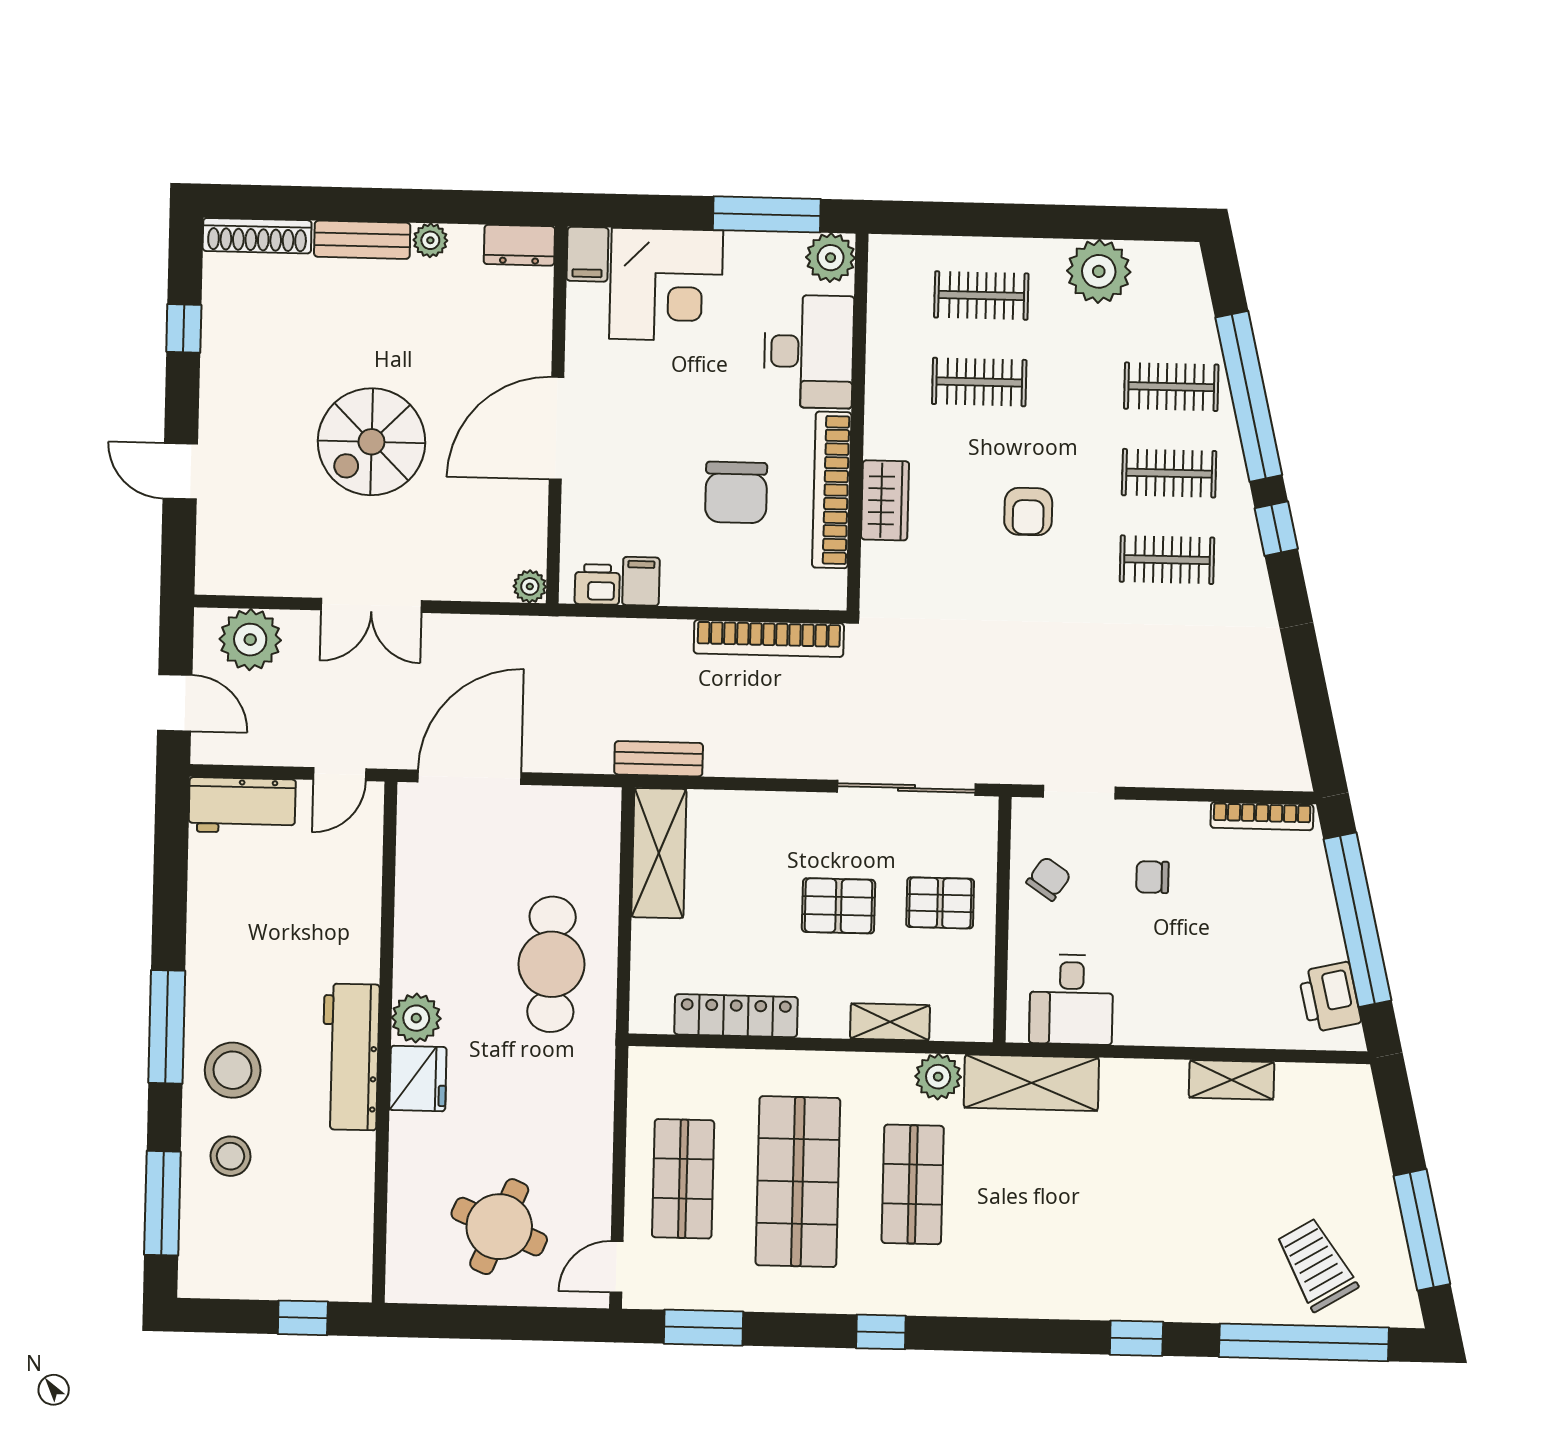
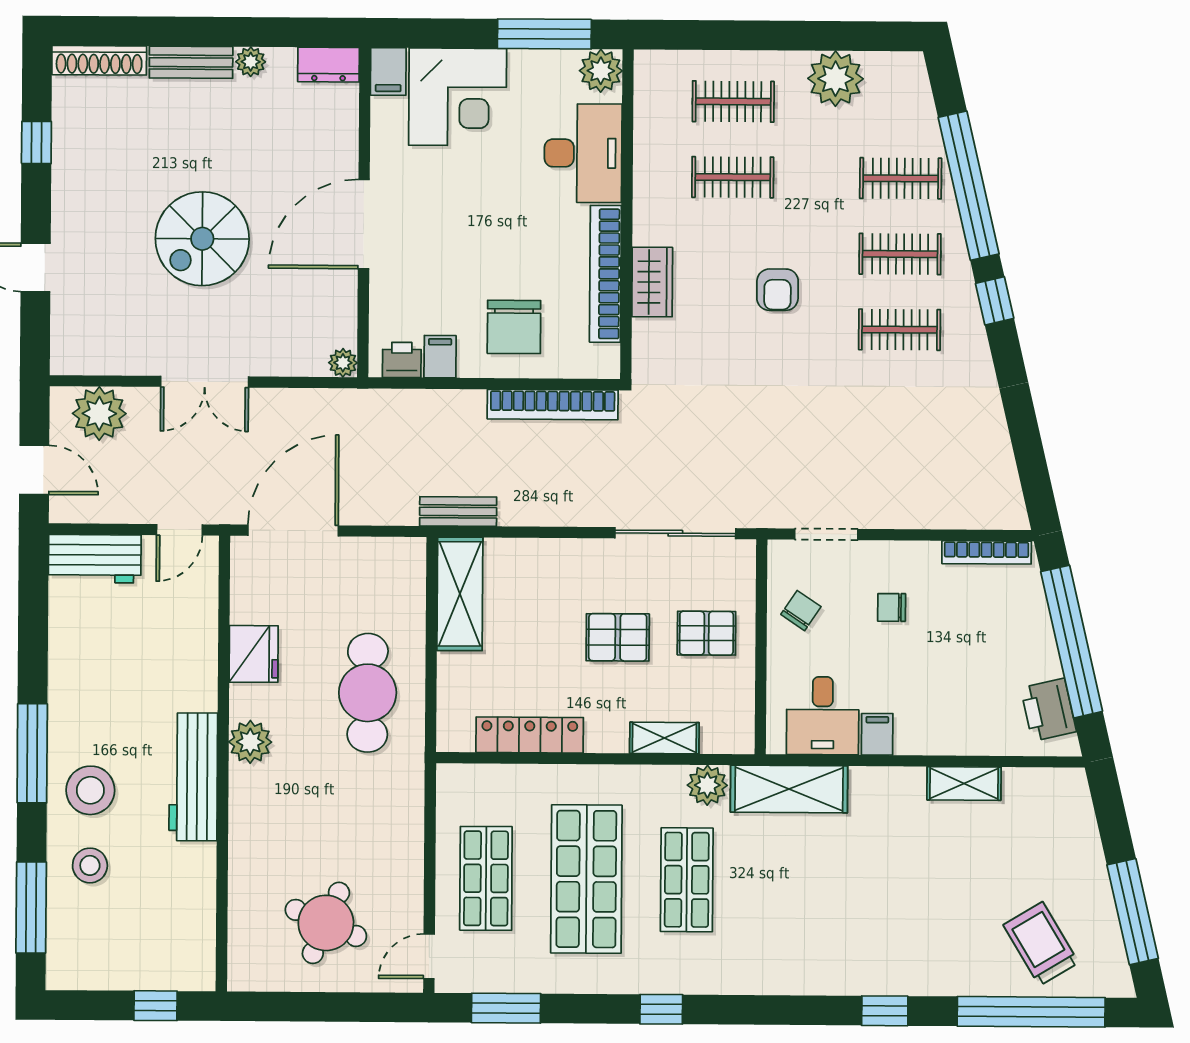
chair: (736, 492) -> (514, 327), moved
filing cabinet: (1133, 1022) -> (877, 734), added
fridge: (418, 1079) -> (254, 654), moved

